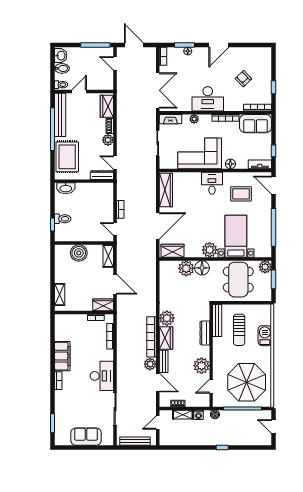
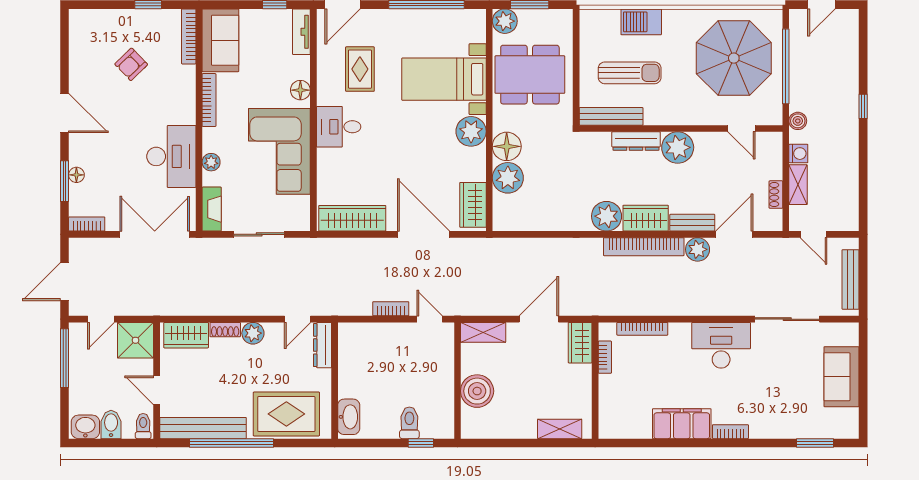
shower: (104, 81) -> (135, 340), added
desk: (208, 99) -> (171, 156), moved
door: (115, 229) -> (430, 319), swing flipped
plant: (202, 366) -> (678, 147), moved

